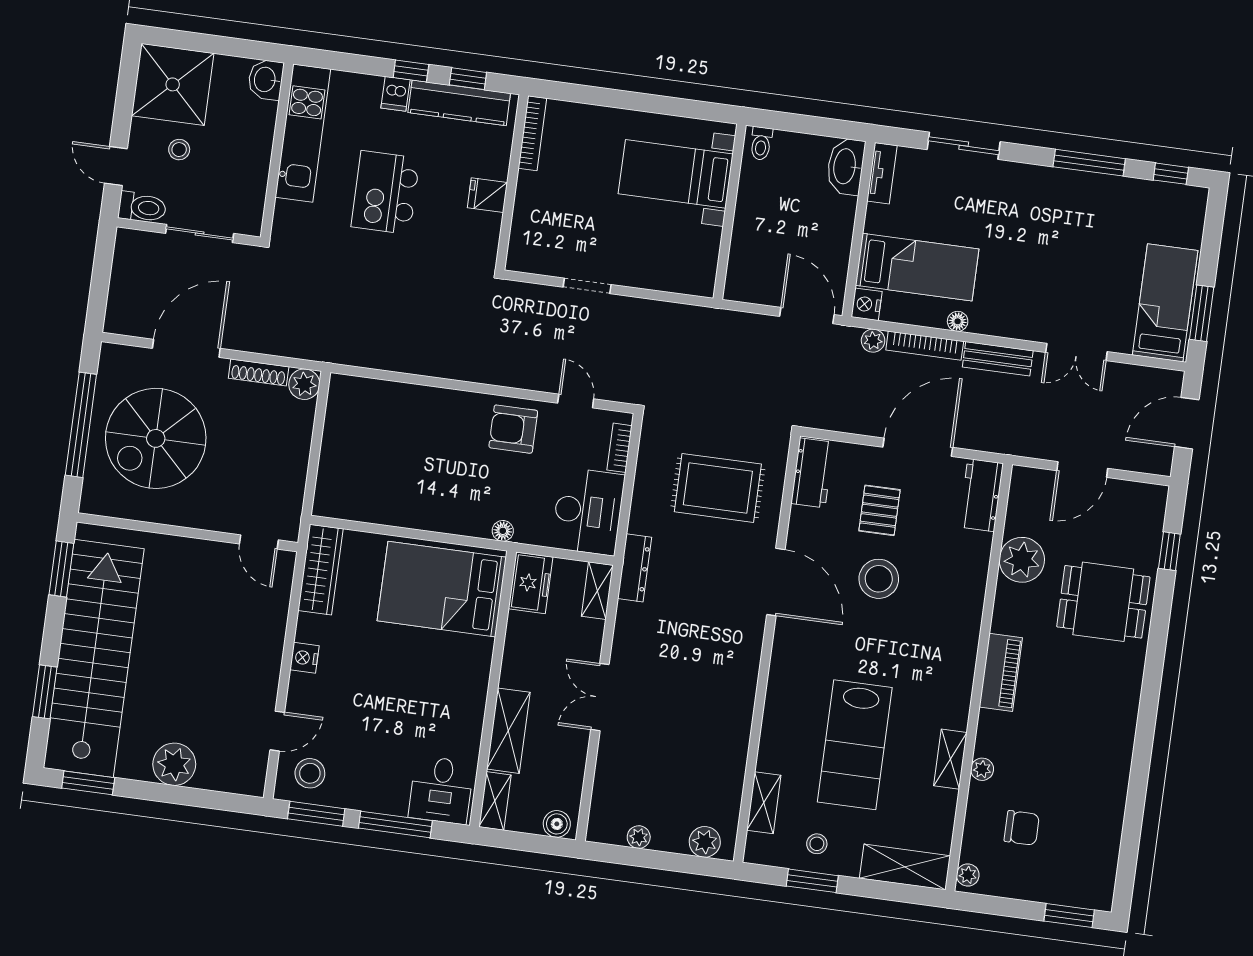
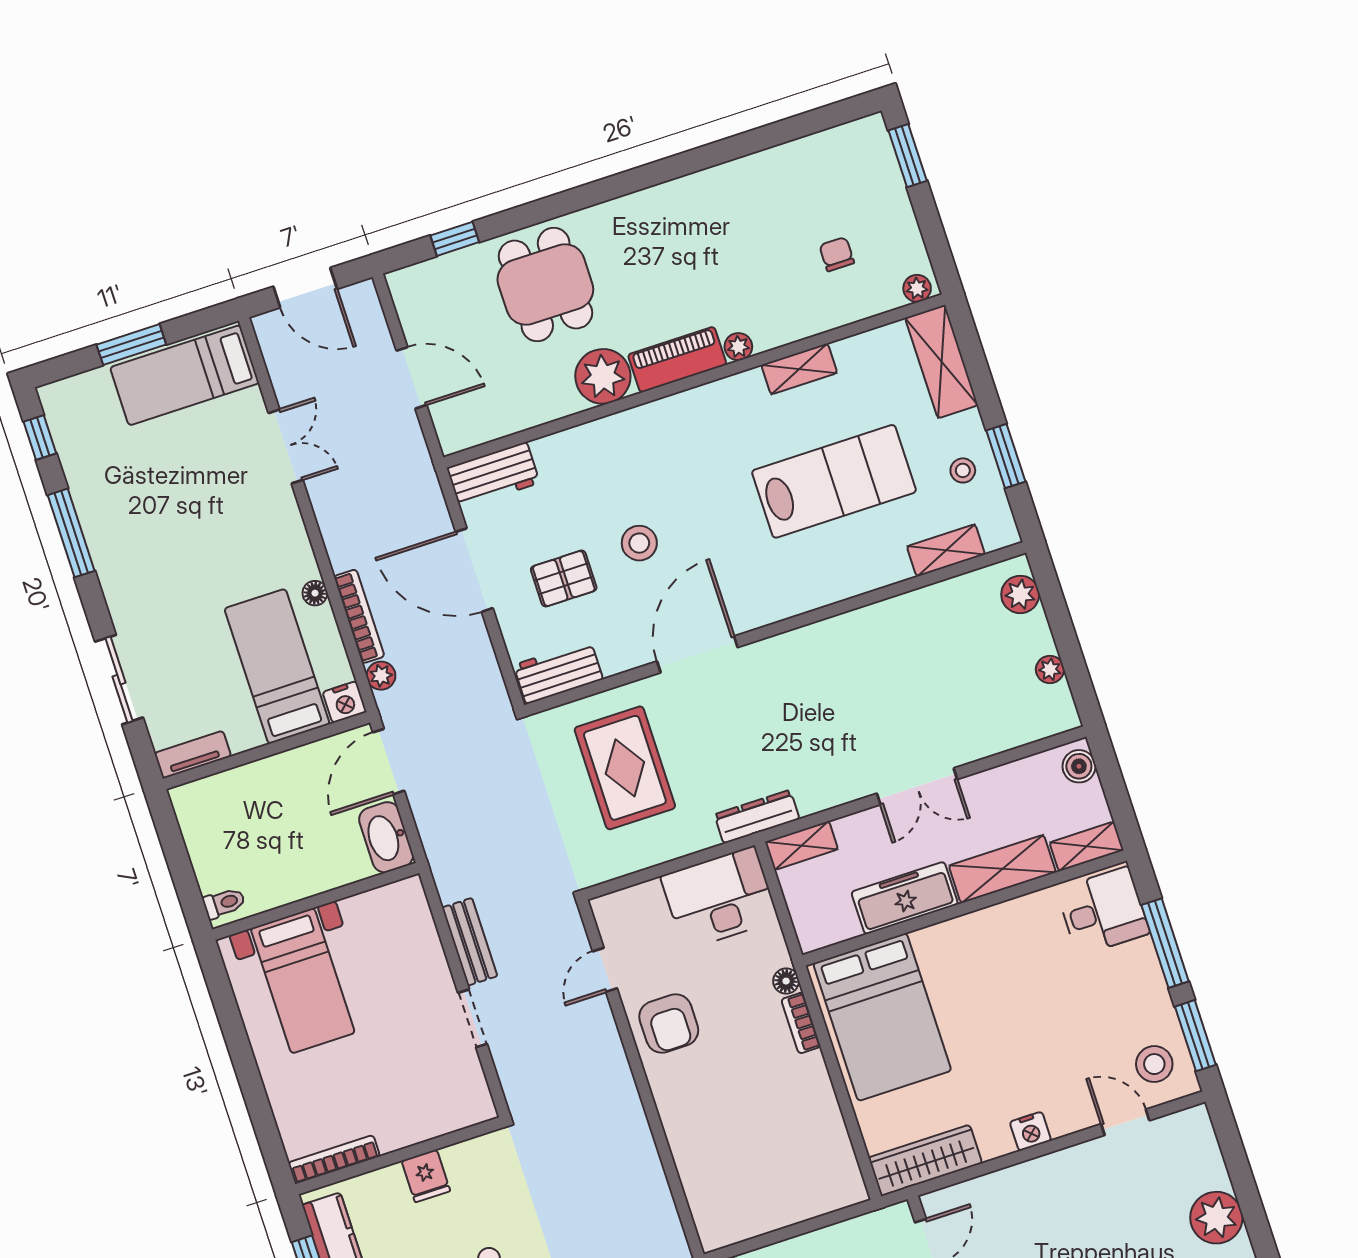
washbasin: (846, 166) -> (386, 837), moved, turned 90
window: (1202, 313) -> (131, 345), moved
bench: (998, 359) -> (470, 942), moved
bookcase: (620, 448) -> (801, 1023), moved, turned 90
plant: (1022, 560) -> (603, 376), moved
stool: (879, 579) -> (639, 543), width x0.73, depth x0.73
freezer: (531, 583) -> (905, 898), moved, width x1.40
plant: (982, 769) -> (738, 347), moved
chair: (1022, 828) -> (837, 254), width x0.73, depth x0.73

